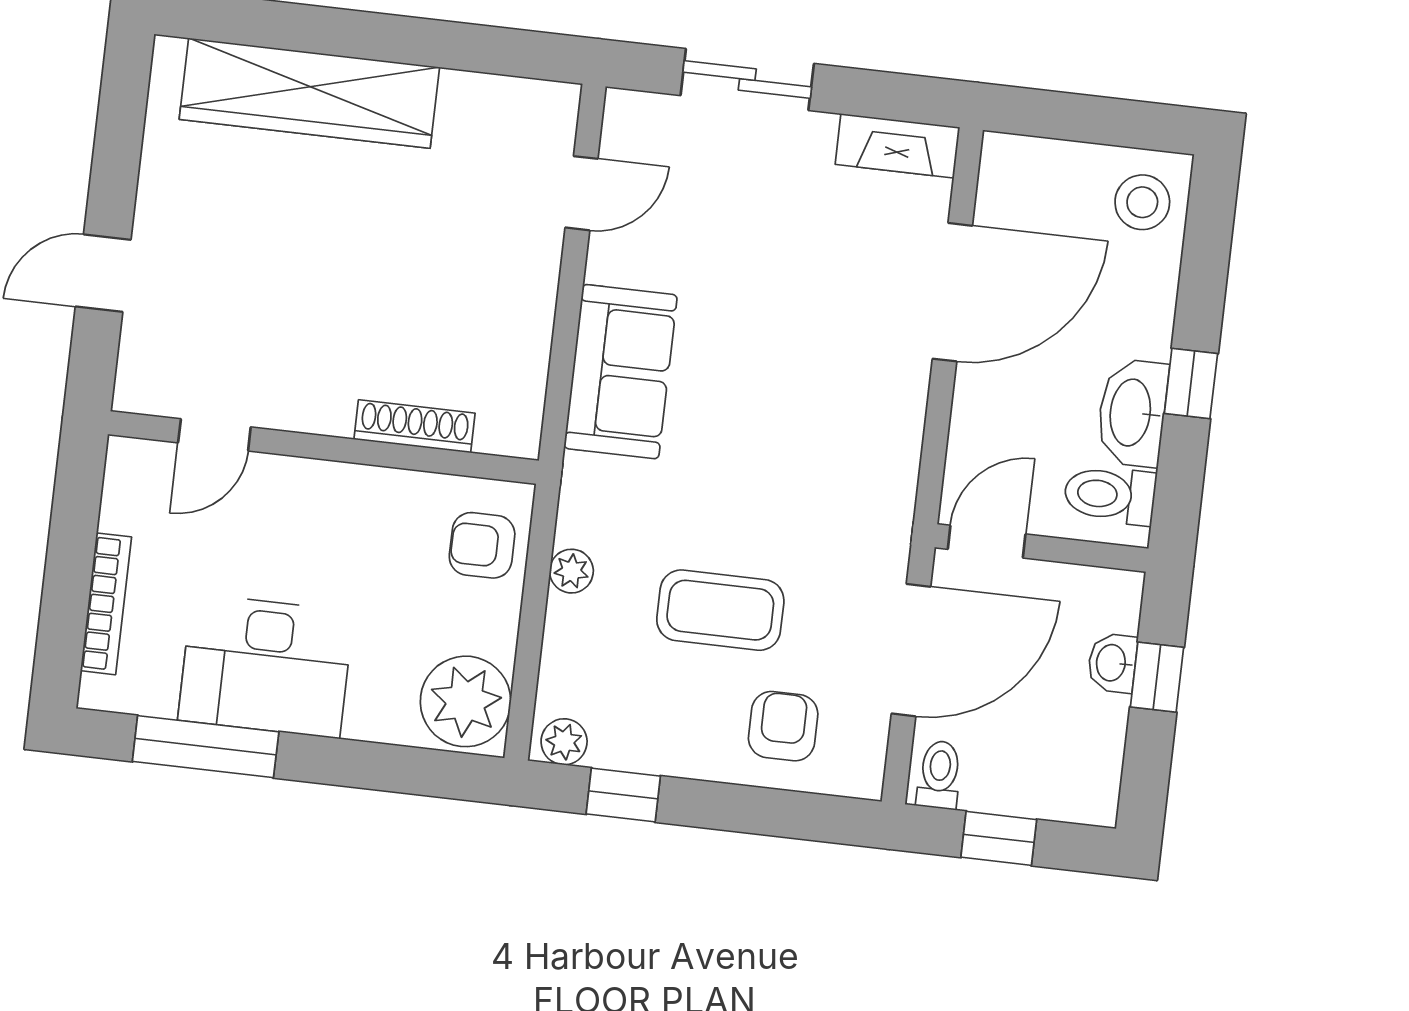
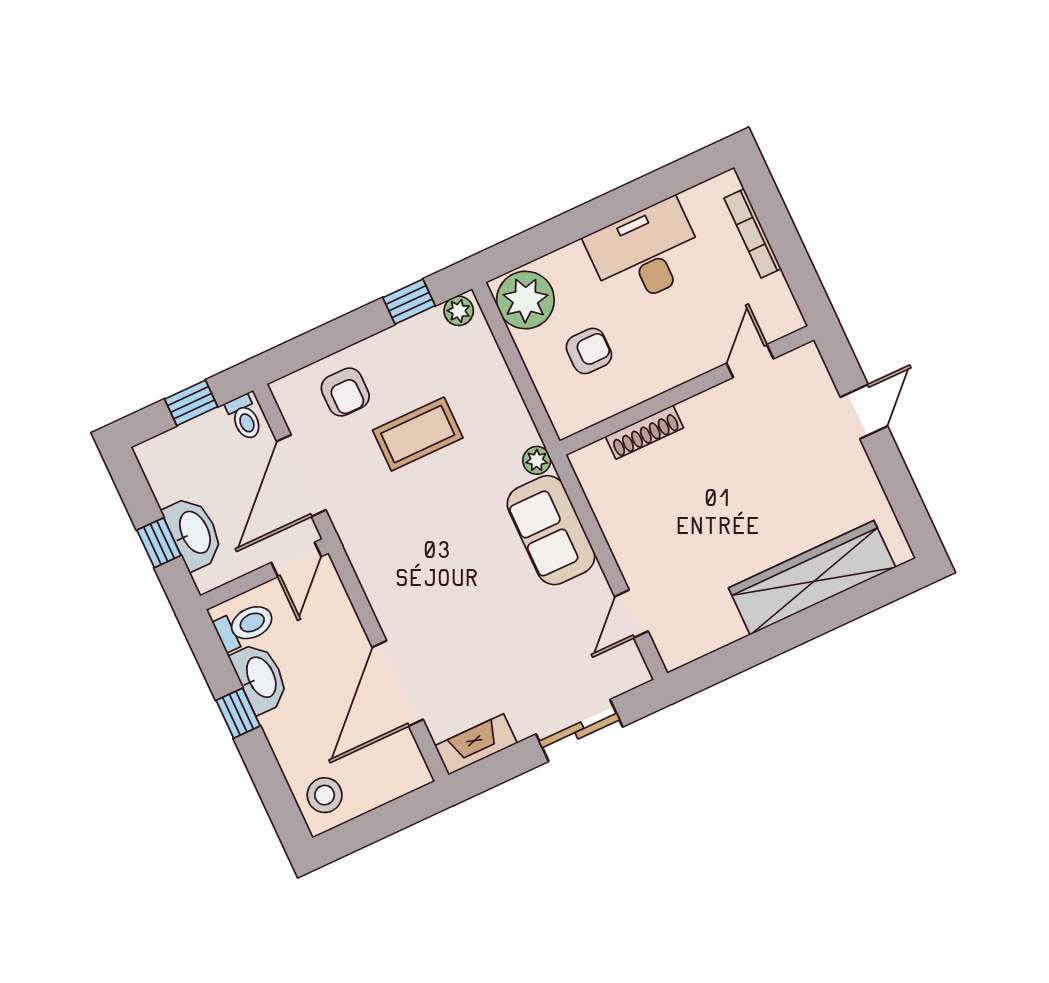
armchair: (482, 545) -> (589, 351), moved
plant: (571, 571) -> (537, 460), moved
washbasin: (1112, 663) -> (194, 533), width x1.91, depth x1.45
window: (206, 747) -> (651, 189), removed

